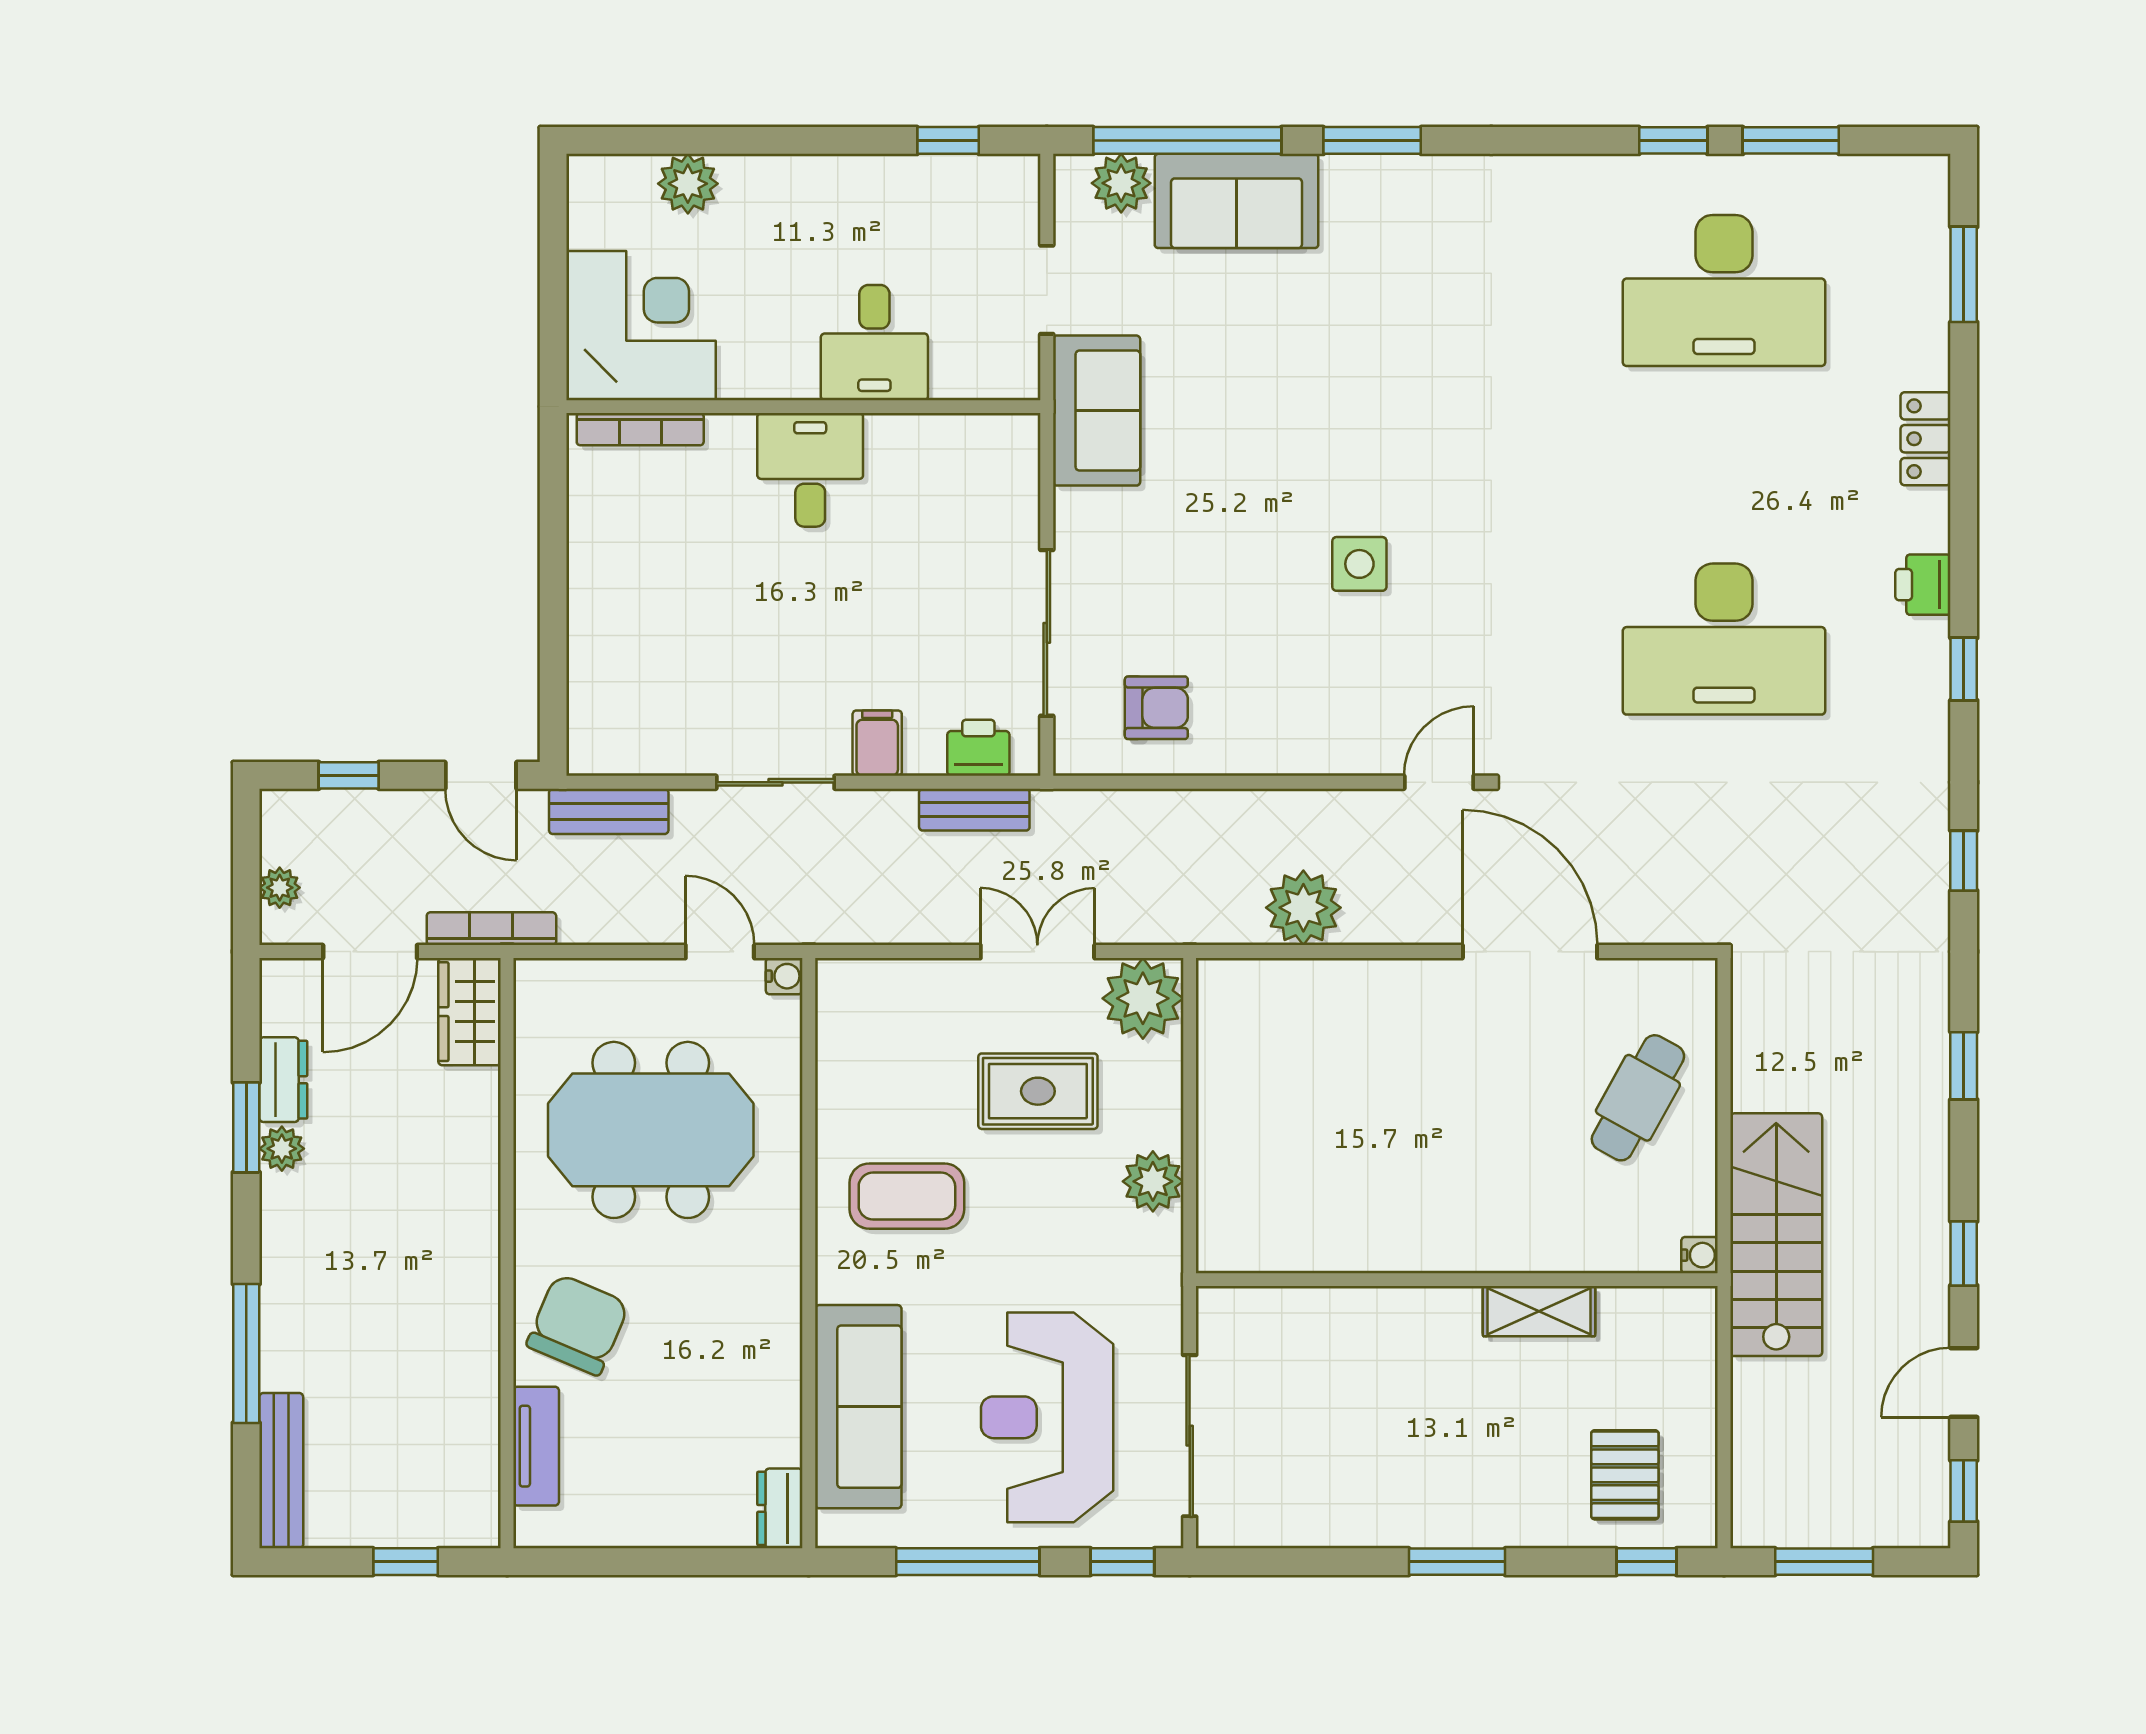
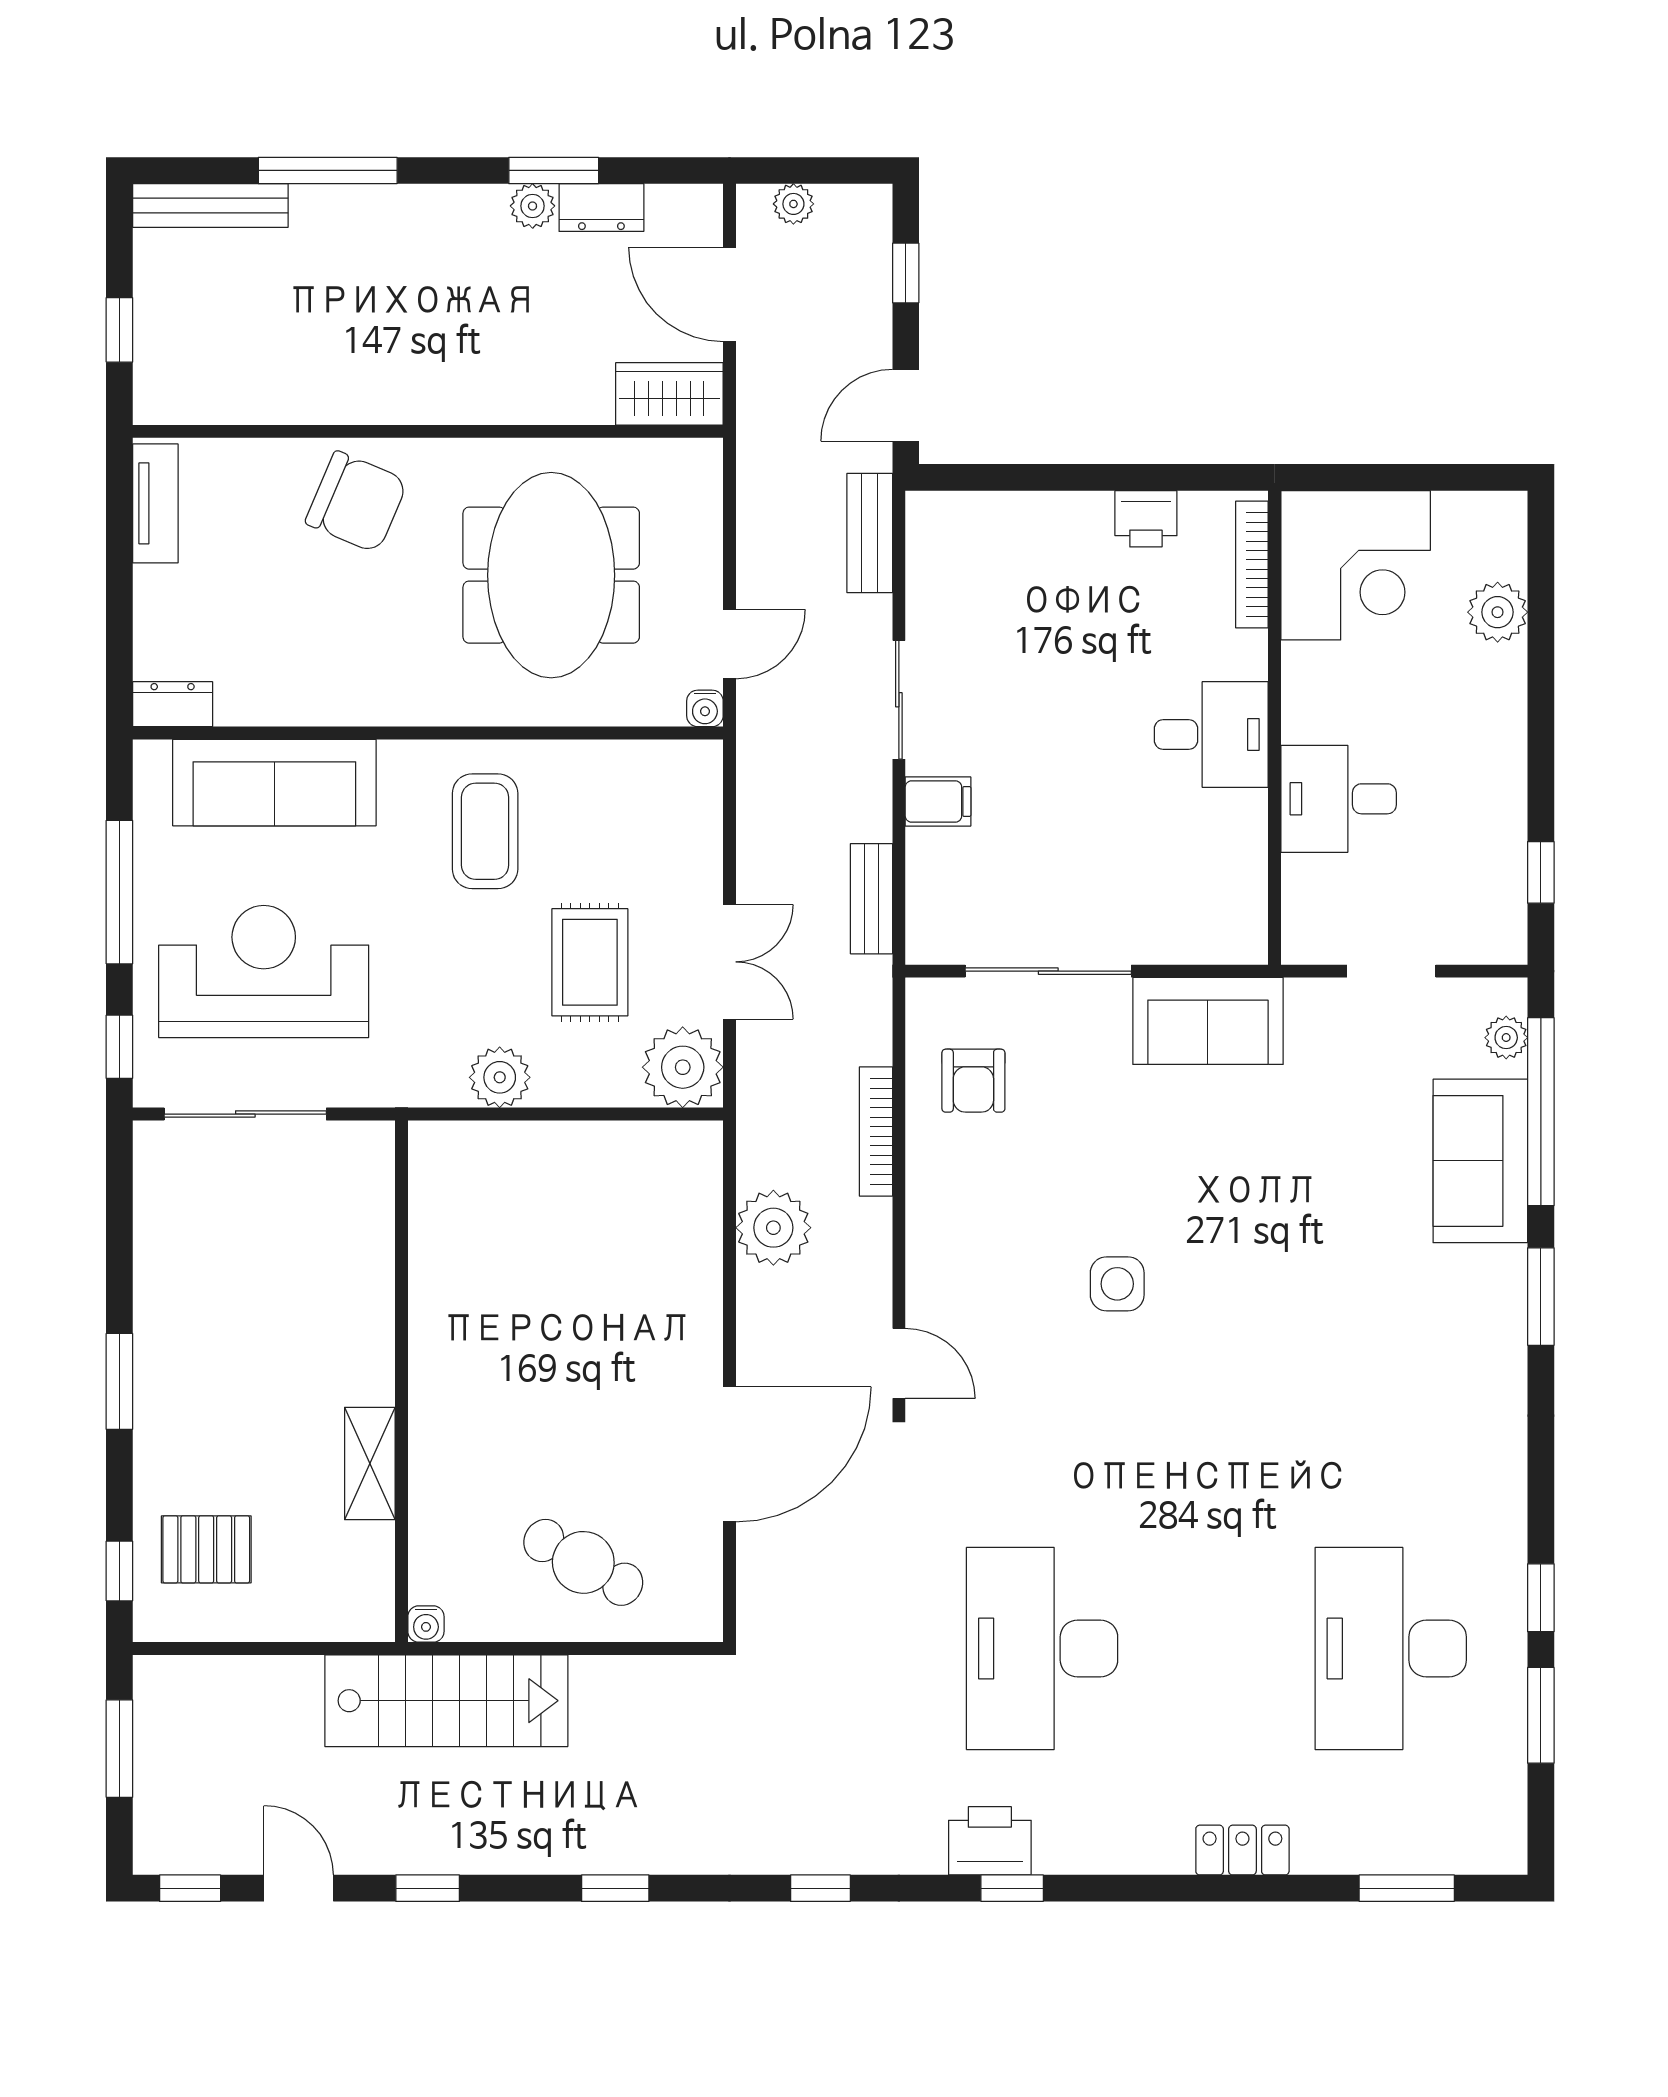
plant: (1121, 183) -> (1506, 1038), width x0.73, depth x0.73
sofa: (1097, 411) -> (1208, 1021), moved
printer: (1923, 585) -> (990, 1841), moved, width x1.36, depth x1.24
printer: (978, 748) -> (1146, 519), moved, turned 90
bookcase: (491, 929) -> (876, 1131), moved, turned 180
tv unit: (536, 1446) -> (155, 503), moved, turned -90

